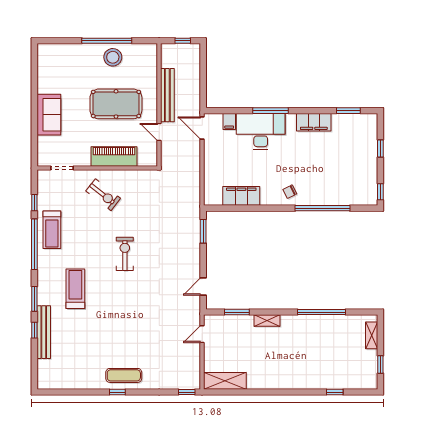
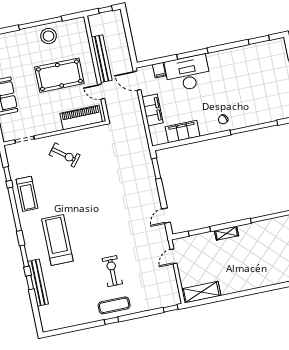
filing cabinet: (314, 122) -> (152, 110), moved, turned -90
piano: (114, 156) -> (81, 117), moved
exercise bike: (125, 254) -> (112, 271), moved
treadmill: (75, 289) -> (57, 240), width x1.37, depth x1.37

